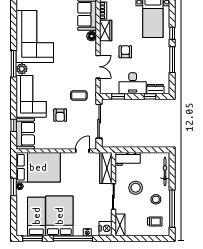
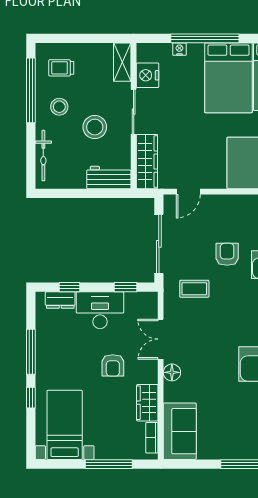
floor lamp: (92, 36) -> (172, 372), moved
nightstand: (106, 228) -> (147, 75), moved

